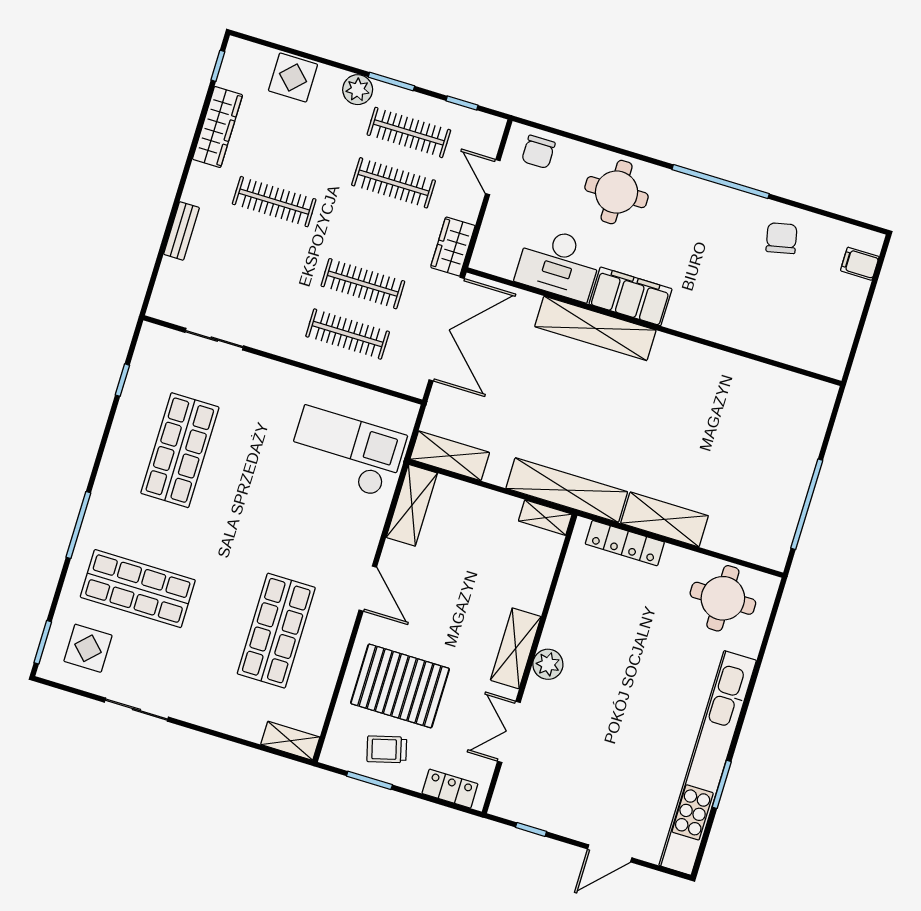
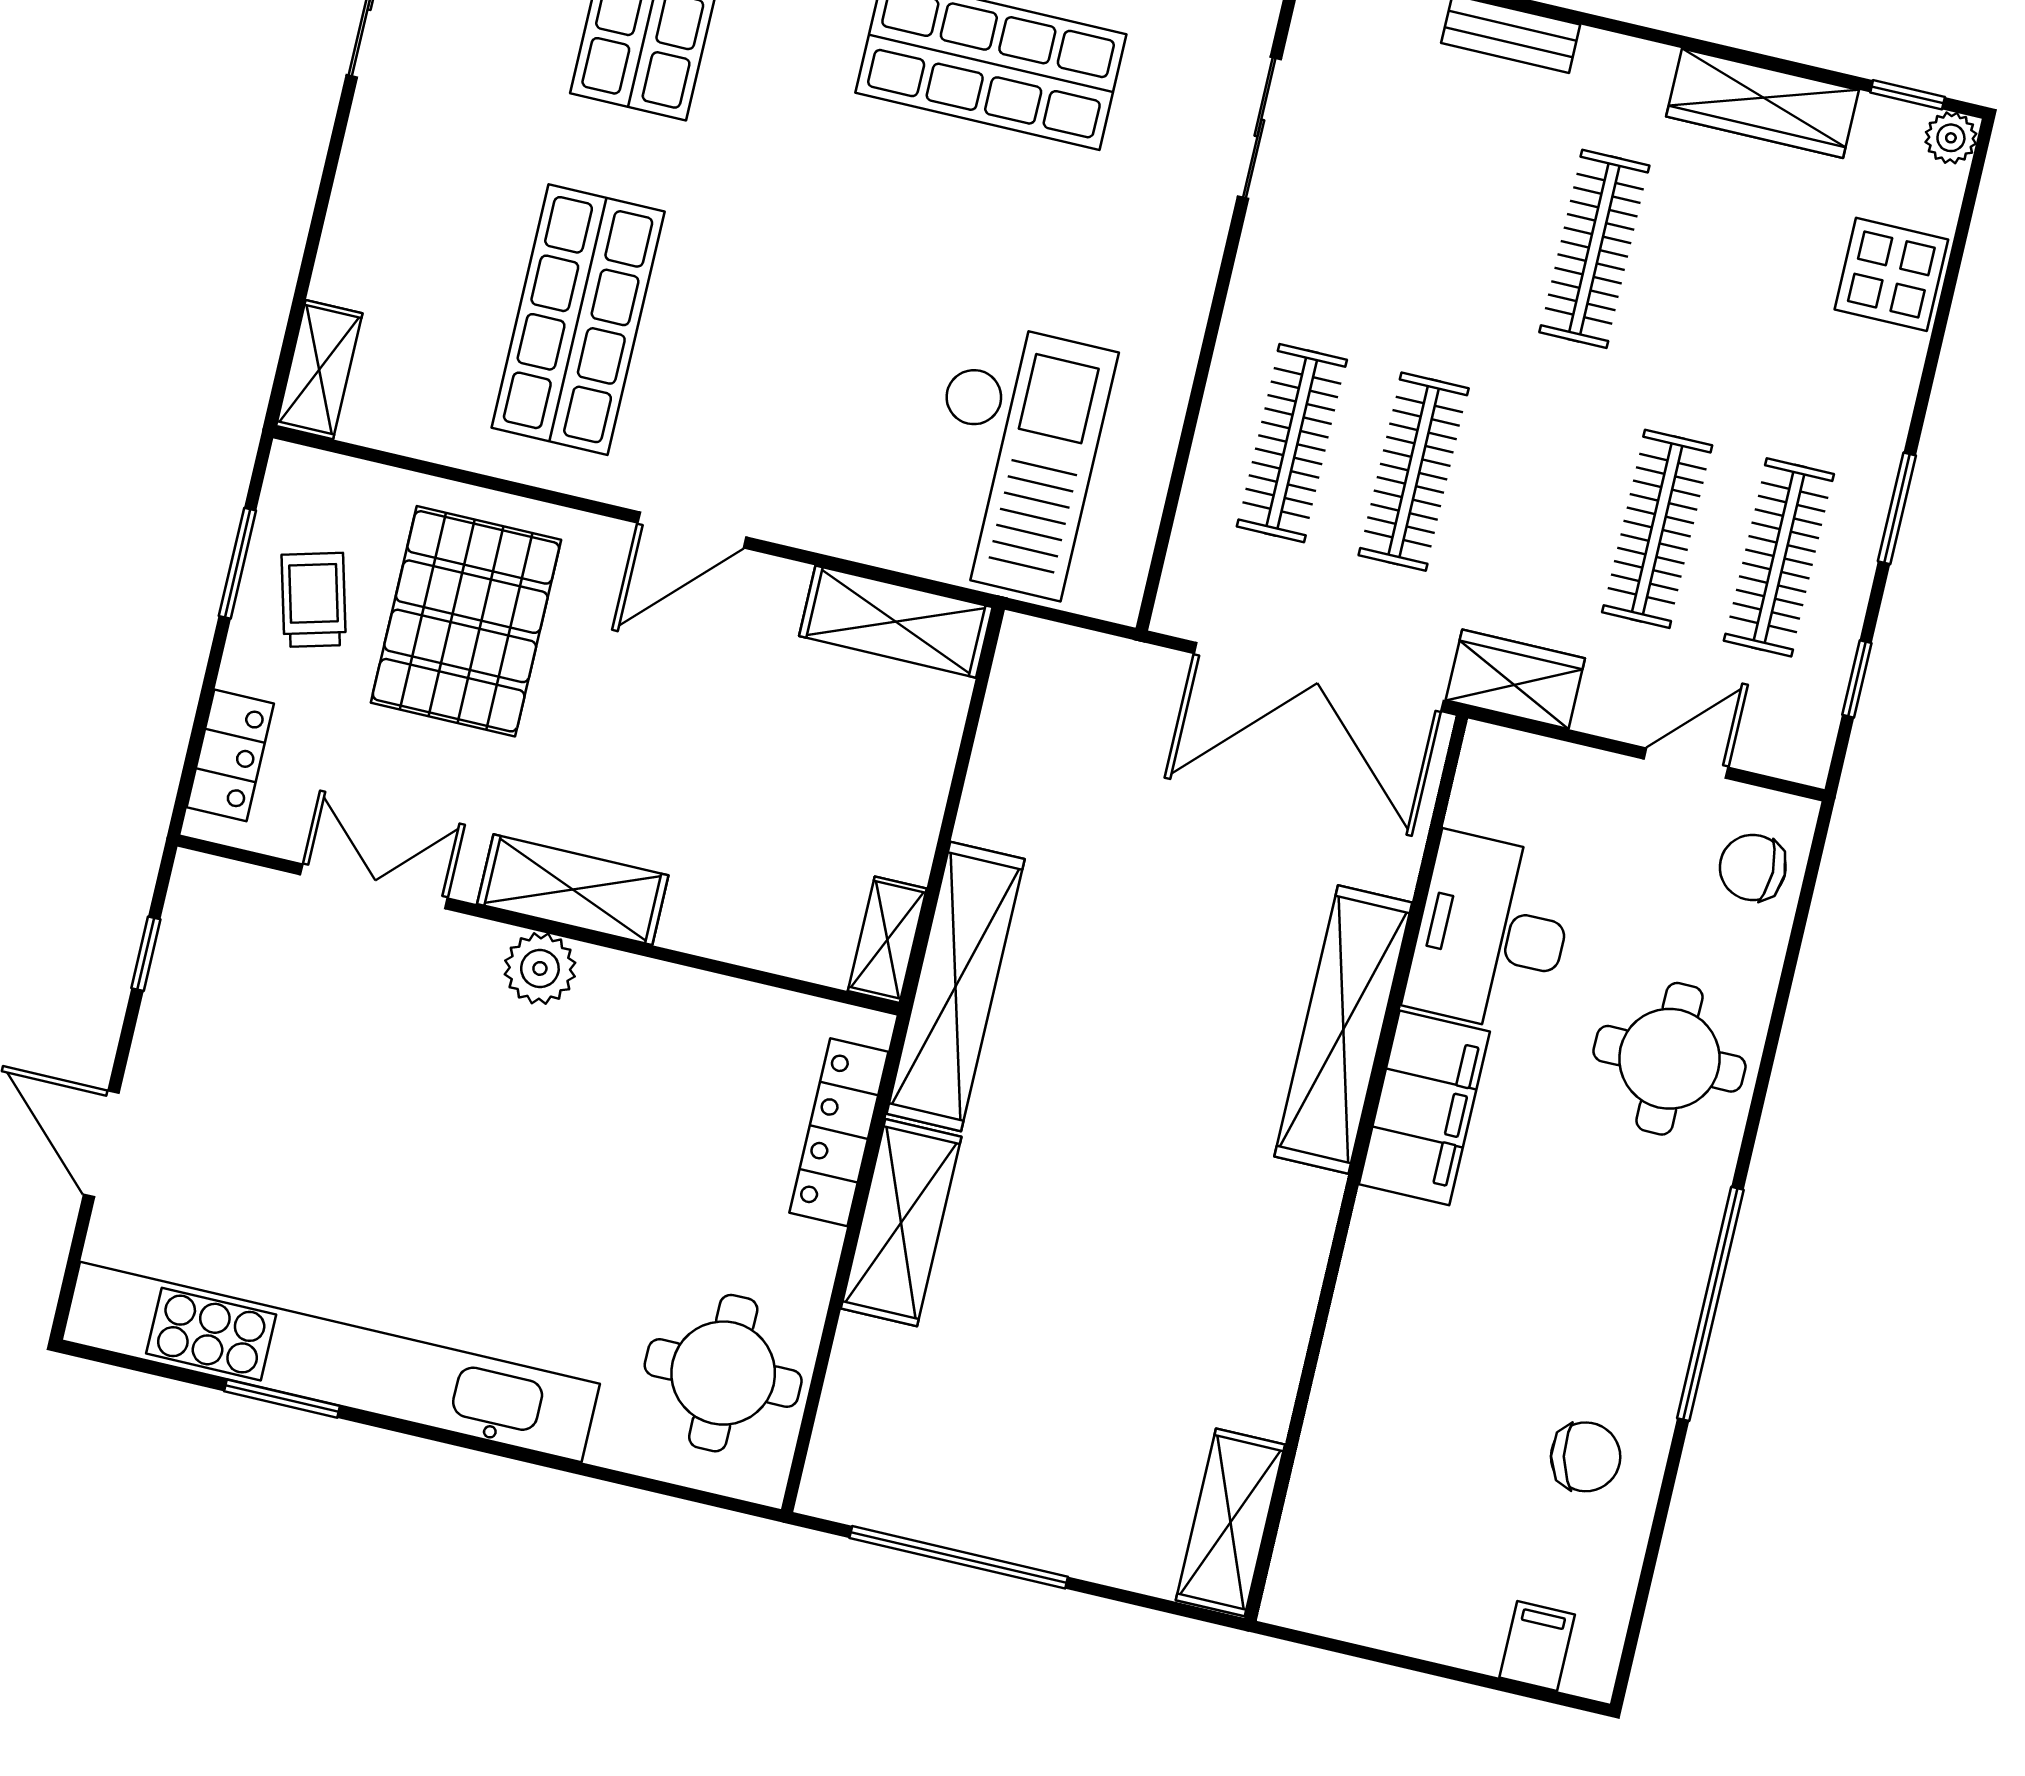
plant: (358, 90) -> (1951, 138), moved, width x0.73, depth x0.73
shelving: (450, 456) -> (1230, 1522), moved
shop shelf: (276, 631) -> (578, 320), turned 90

